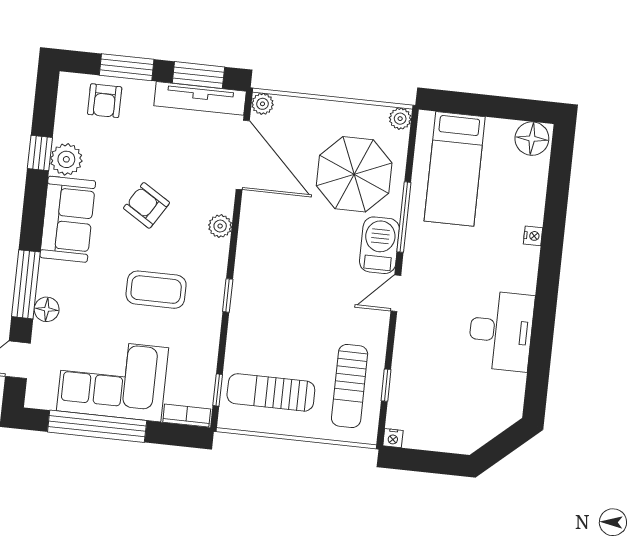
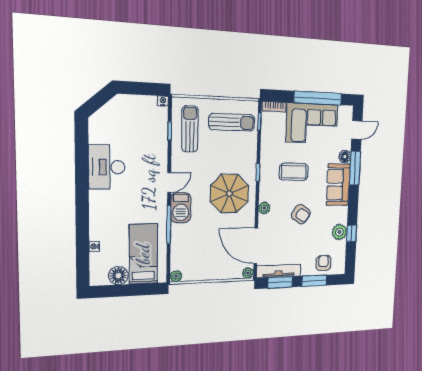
floor lamp: (532, 139) -> (118, 276), moved
parasol: (354, 174) -> (229, 194), moved
sofa: (68, 219) -> (338, 185), moved
nightstand: (533, 236) -> (94, 246), moved

